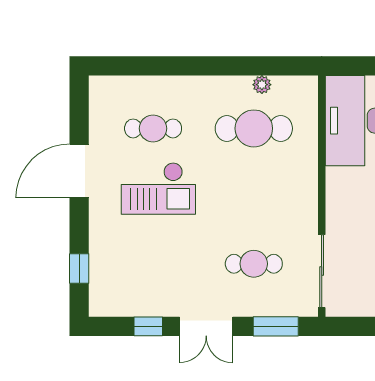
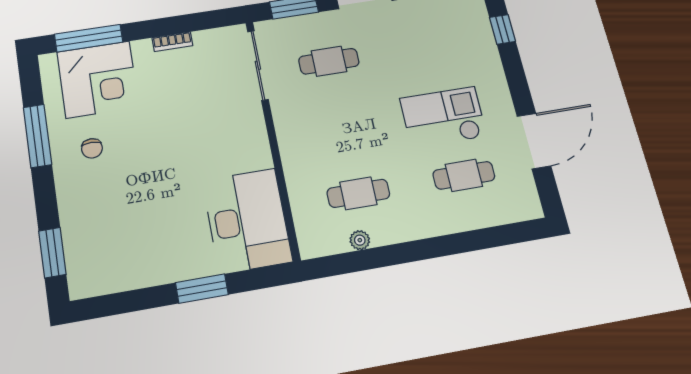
cafe table: (254, 128) -> (358, 193), width x0.73, depth x0.74
door: (79, 171) -> (534, 141), moved

